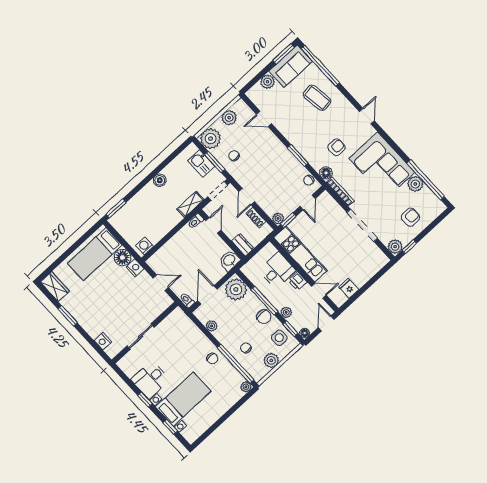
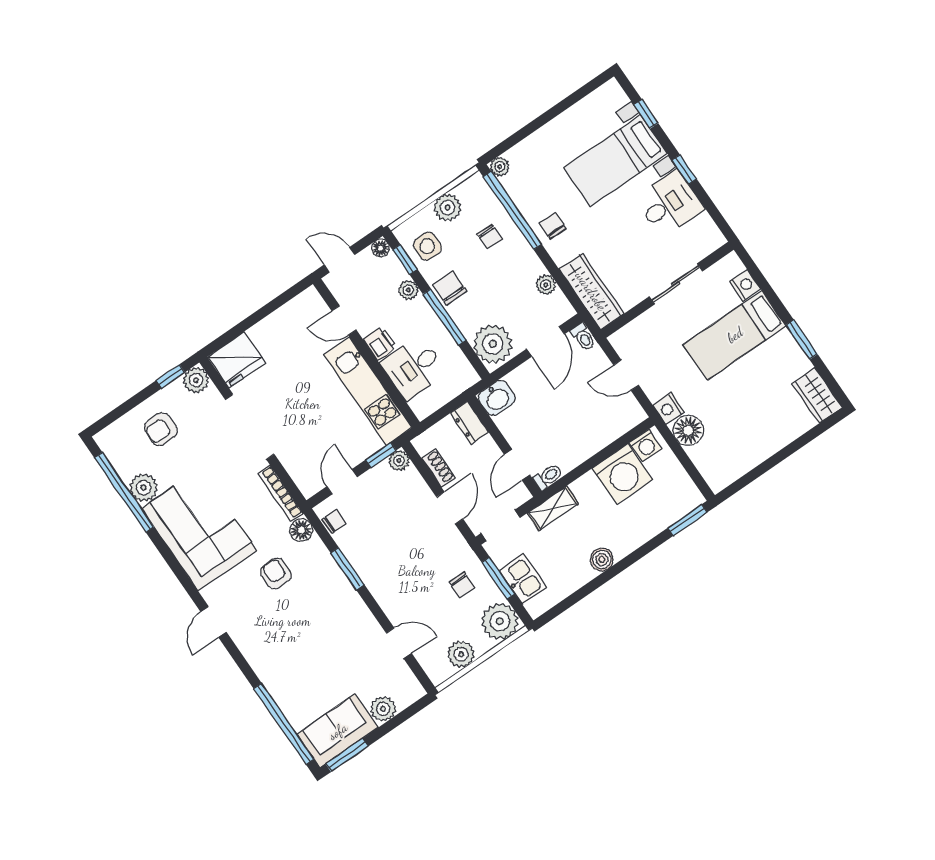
coffee table: (317, 98) -> (298, 667), removed
armchair: (336, 147) -> (276, 574), turned 90
washing machine: (155, 229) -> (622, 474), added
bed: (95, 254) -> (735, 335), moved, turned 180
fridge: (349, 288) -> (236, 360), moved, width x1.88, depth x1.34
door: (326, 323) -> (339, 260), swing flipped
wardrobe: (186, 326) -> (591, 291), added

